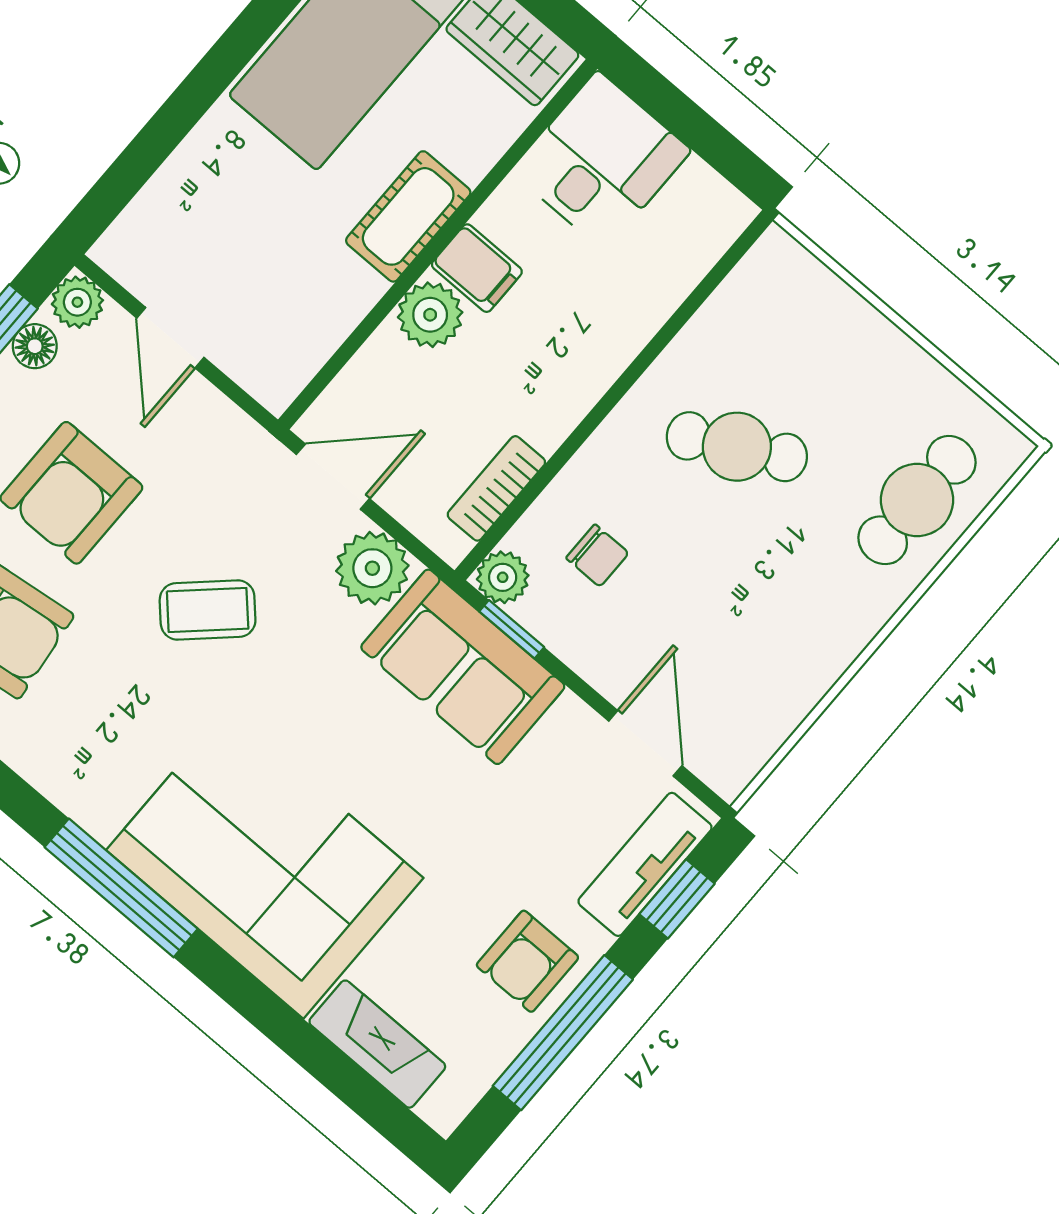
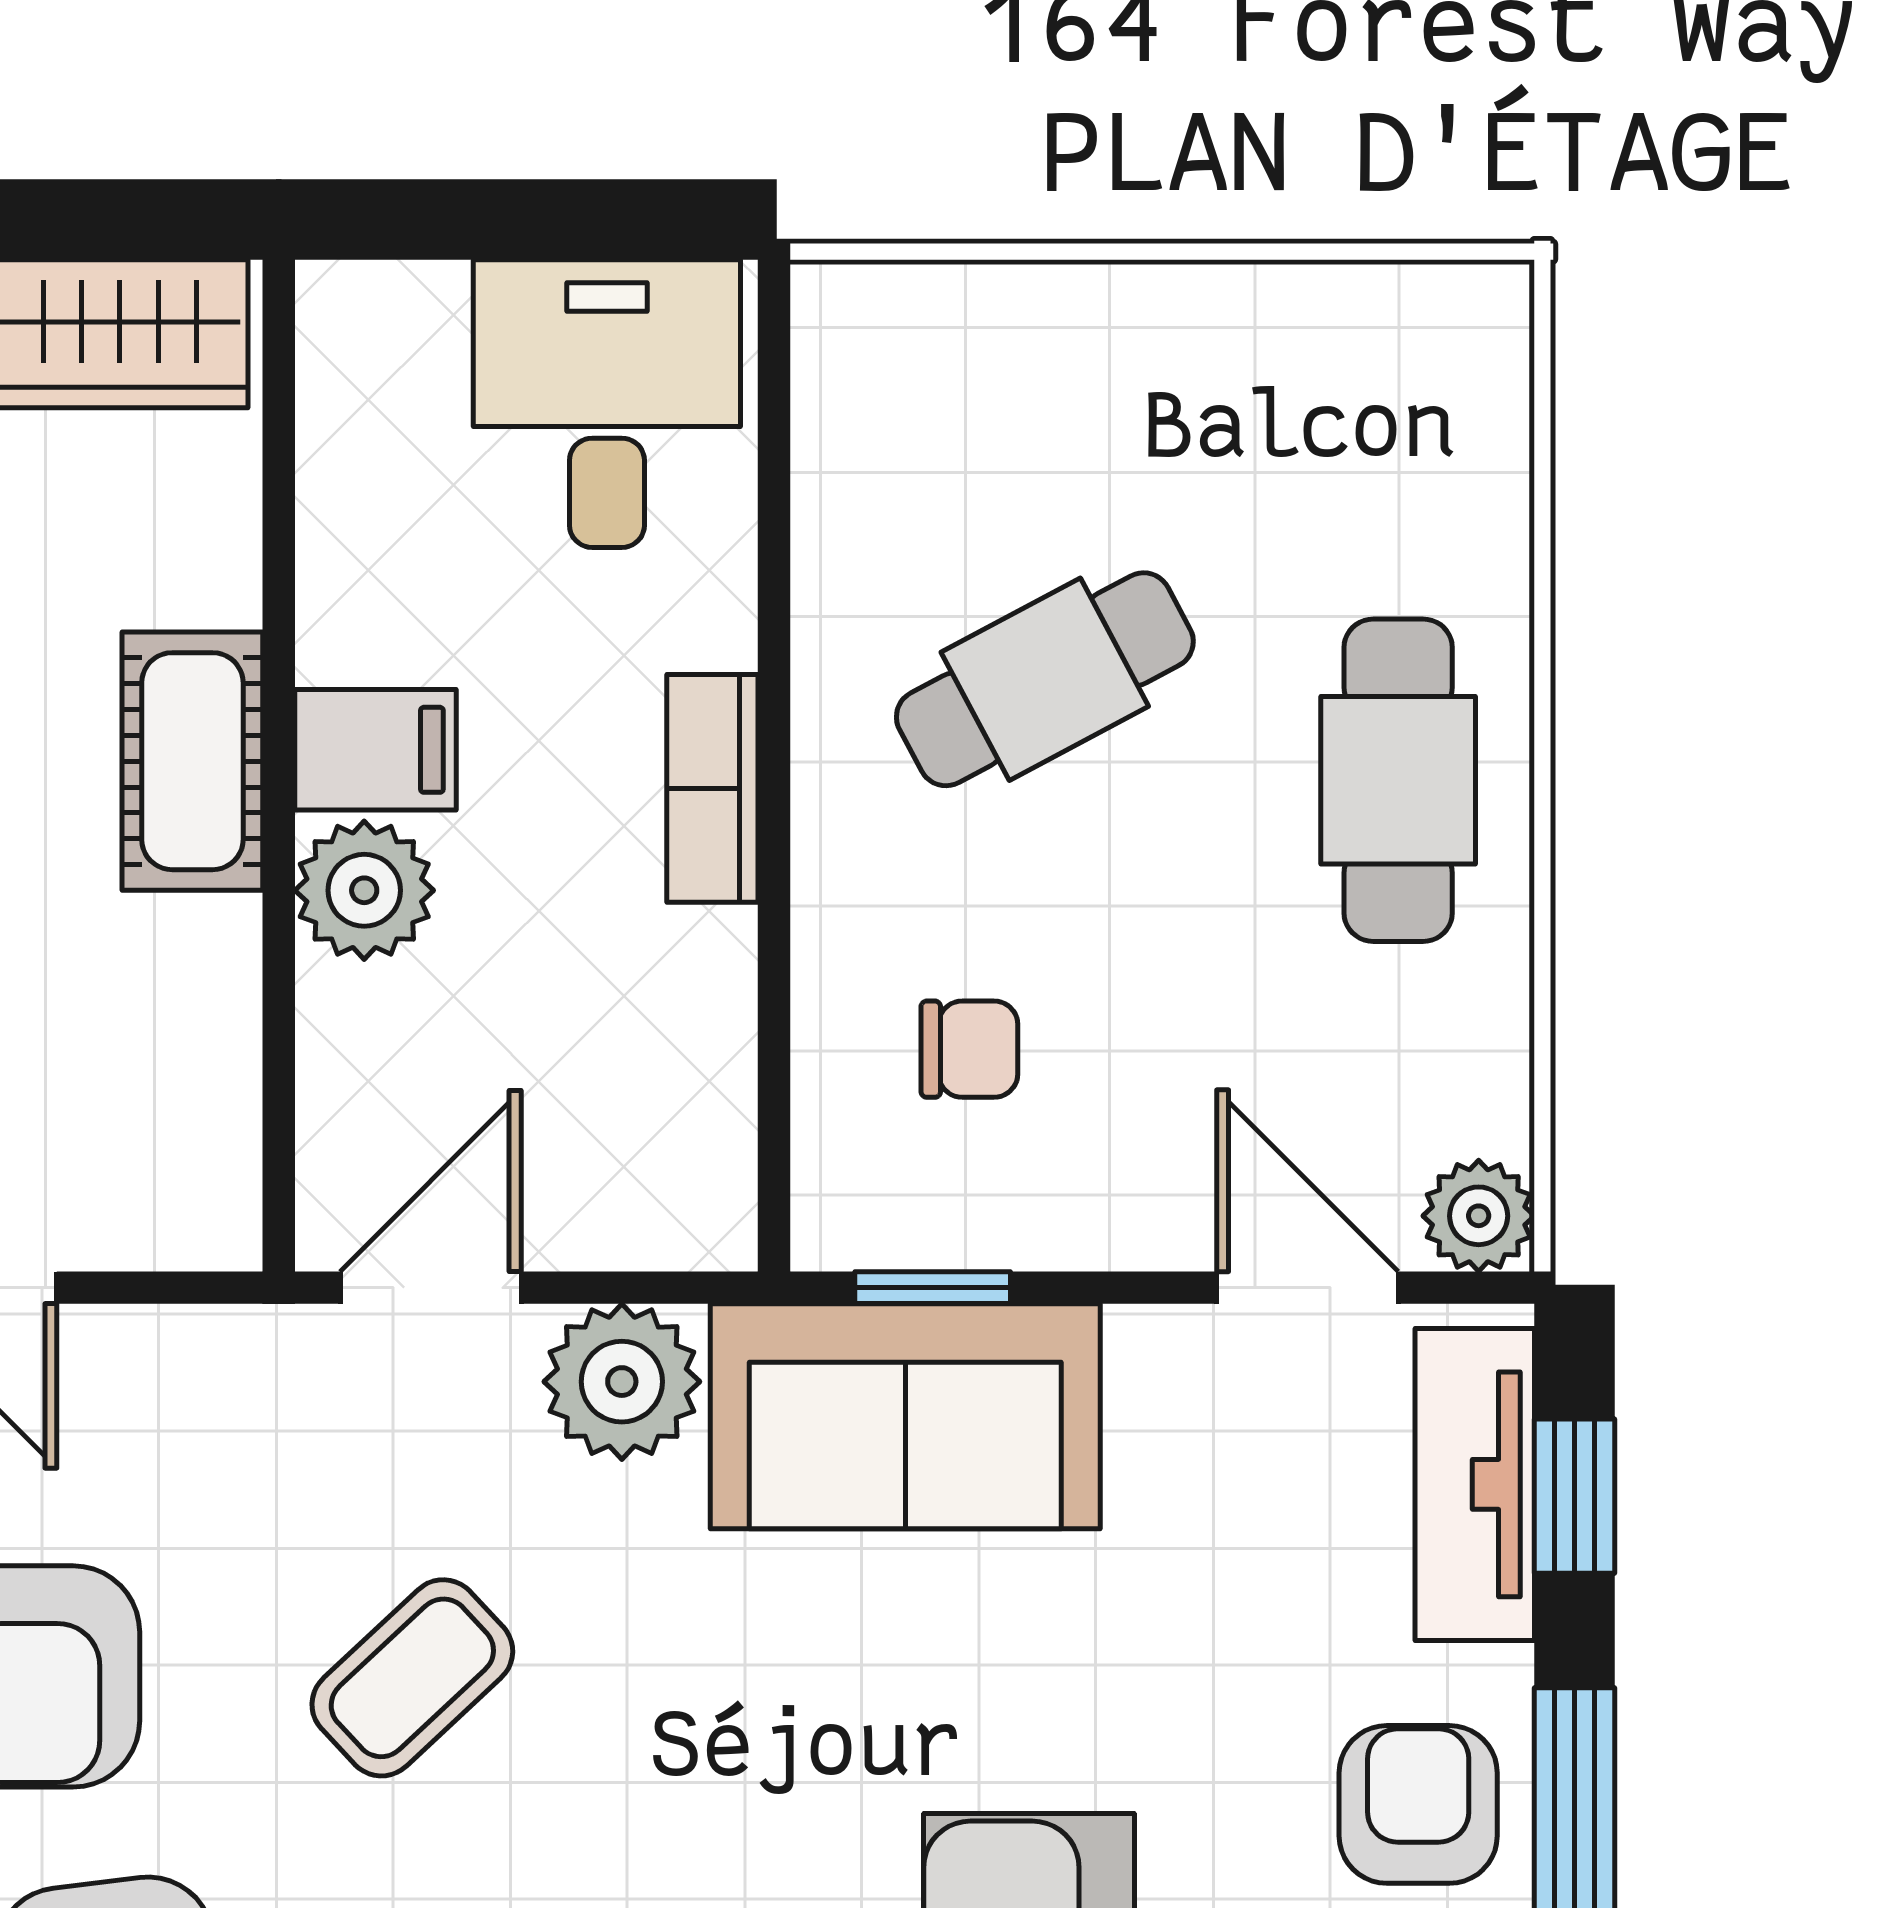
desk: (601, 161) -> (607, 404), moved
bookcase: (496, 488) -> (712, 788), moved
cafe table: (917, 500) -> (1398, 780), moved
plant: (503, 577) -> (1479, 1216), moved
armchair: (527, 961) -> (1418, 1804), turned 180

